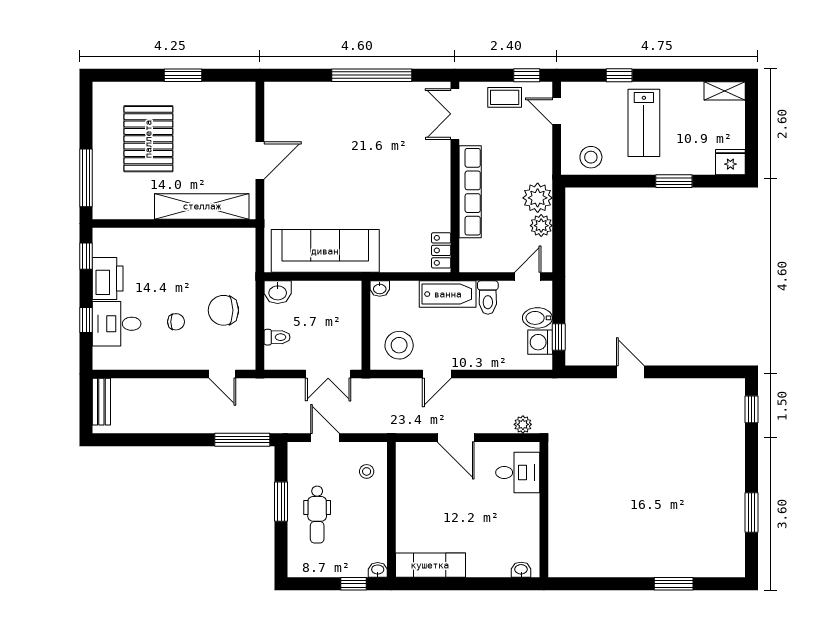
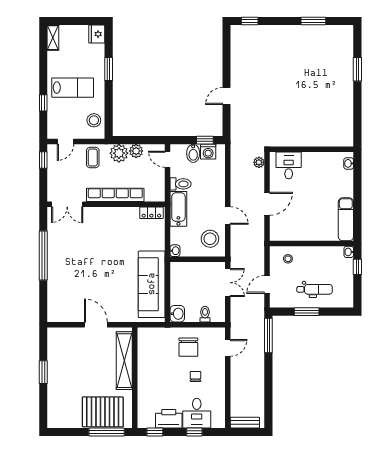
coffee table: (505, 97) -> (93, 158), moved
pallet: (148, 139) -> (103, 412), moved

